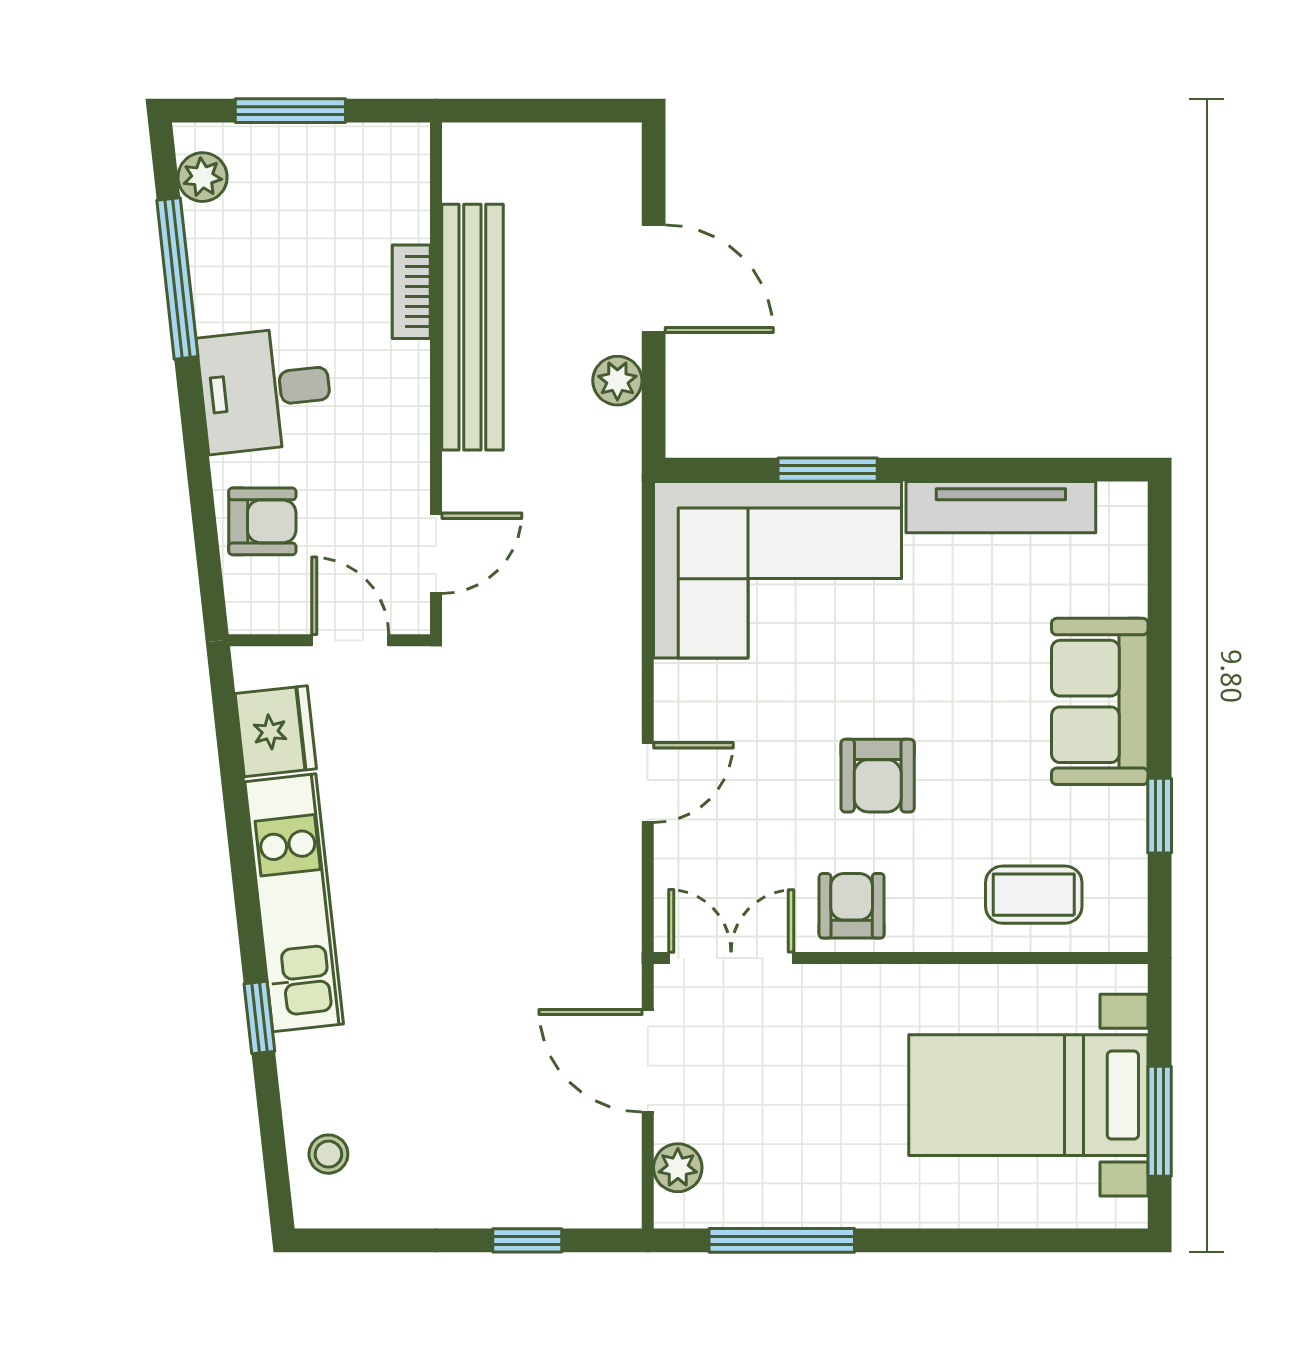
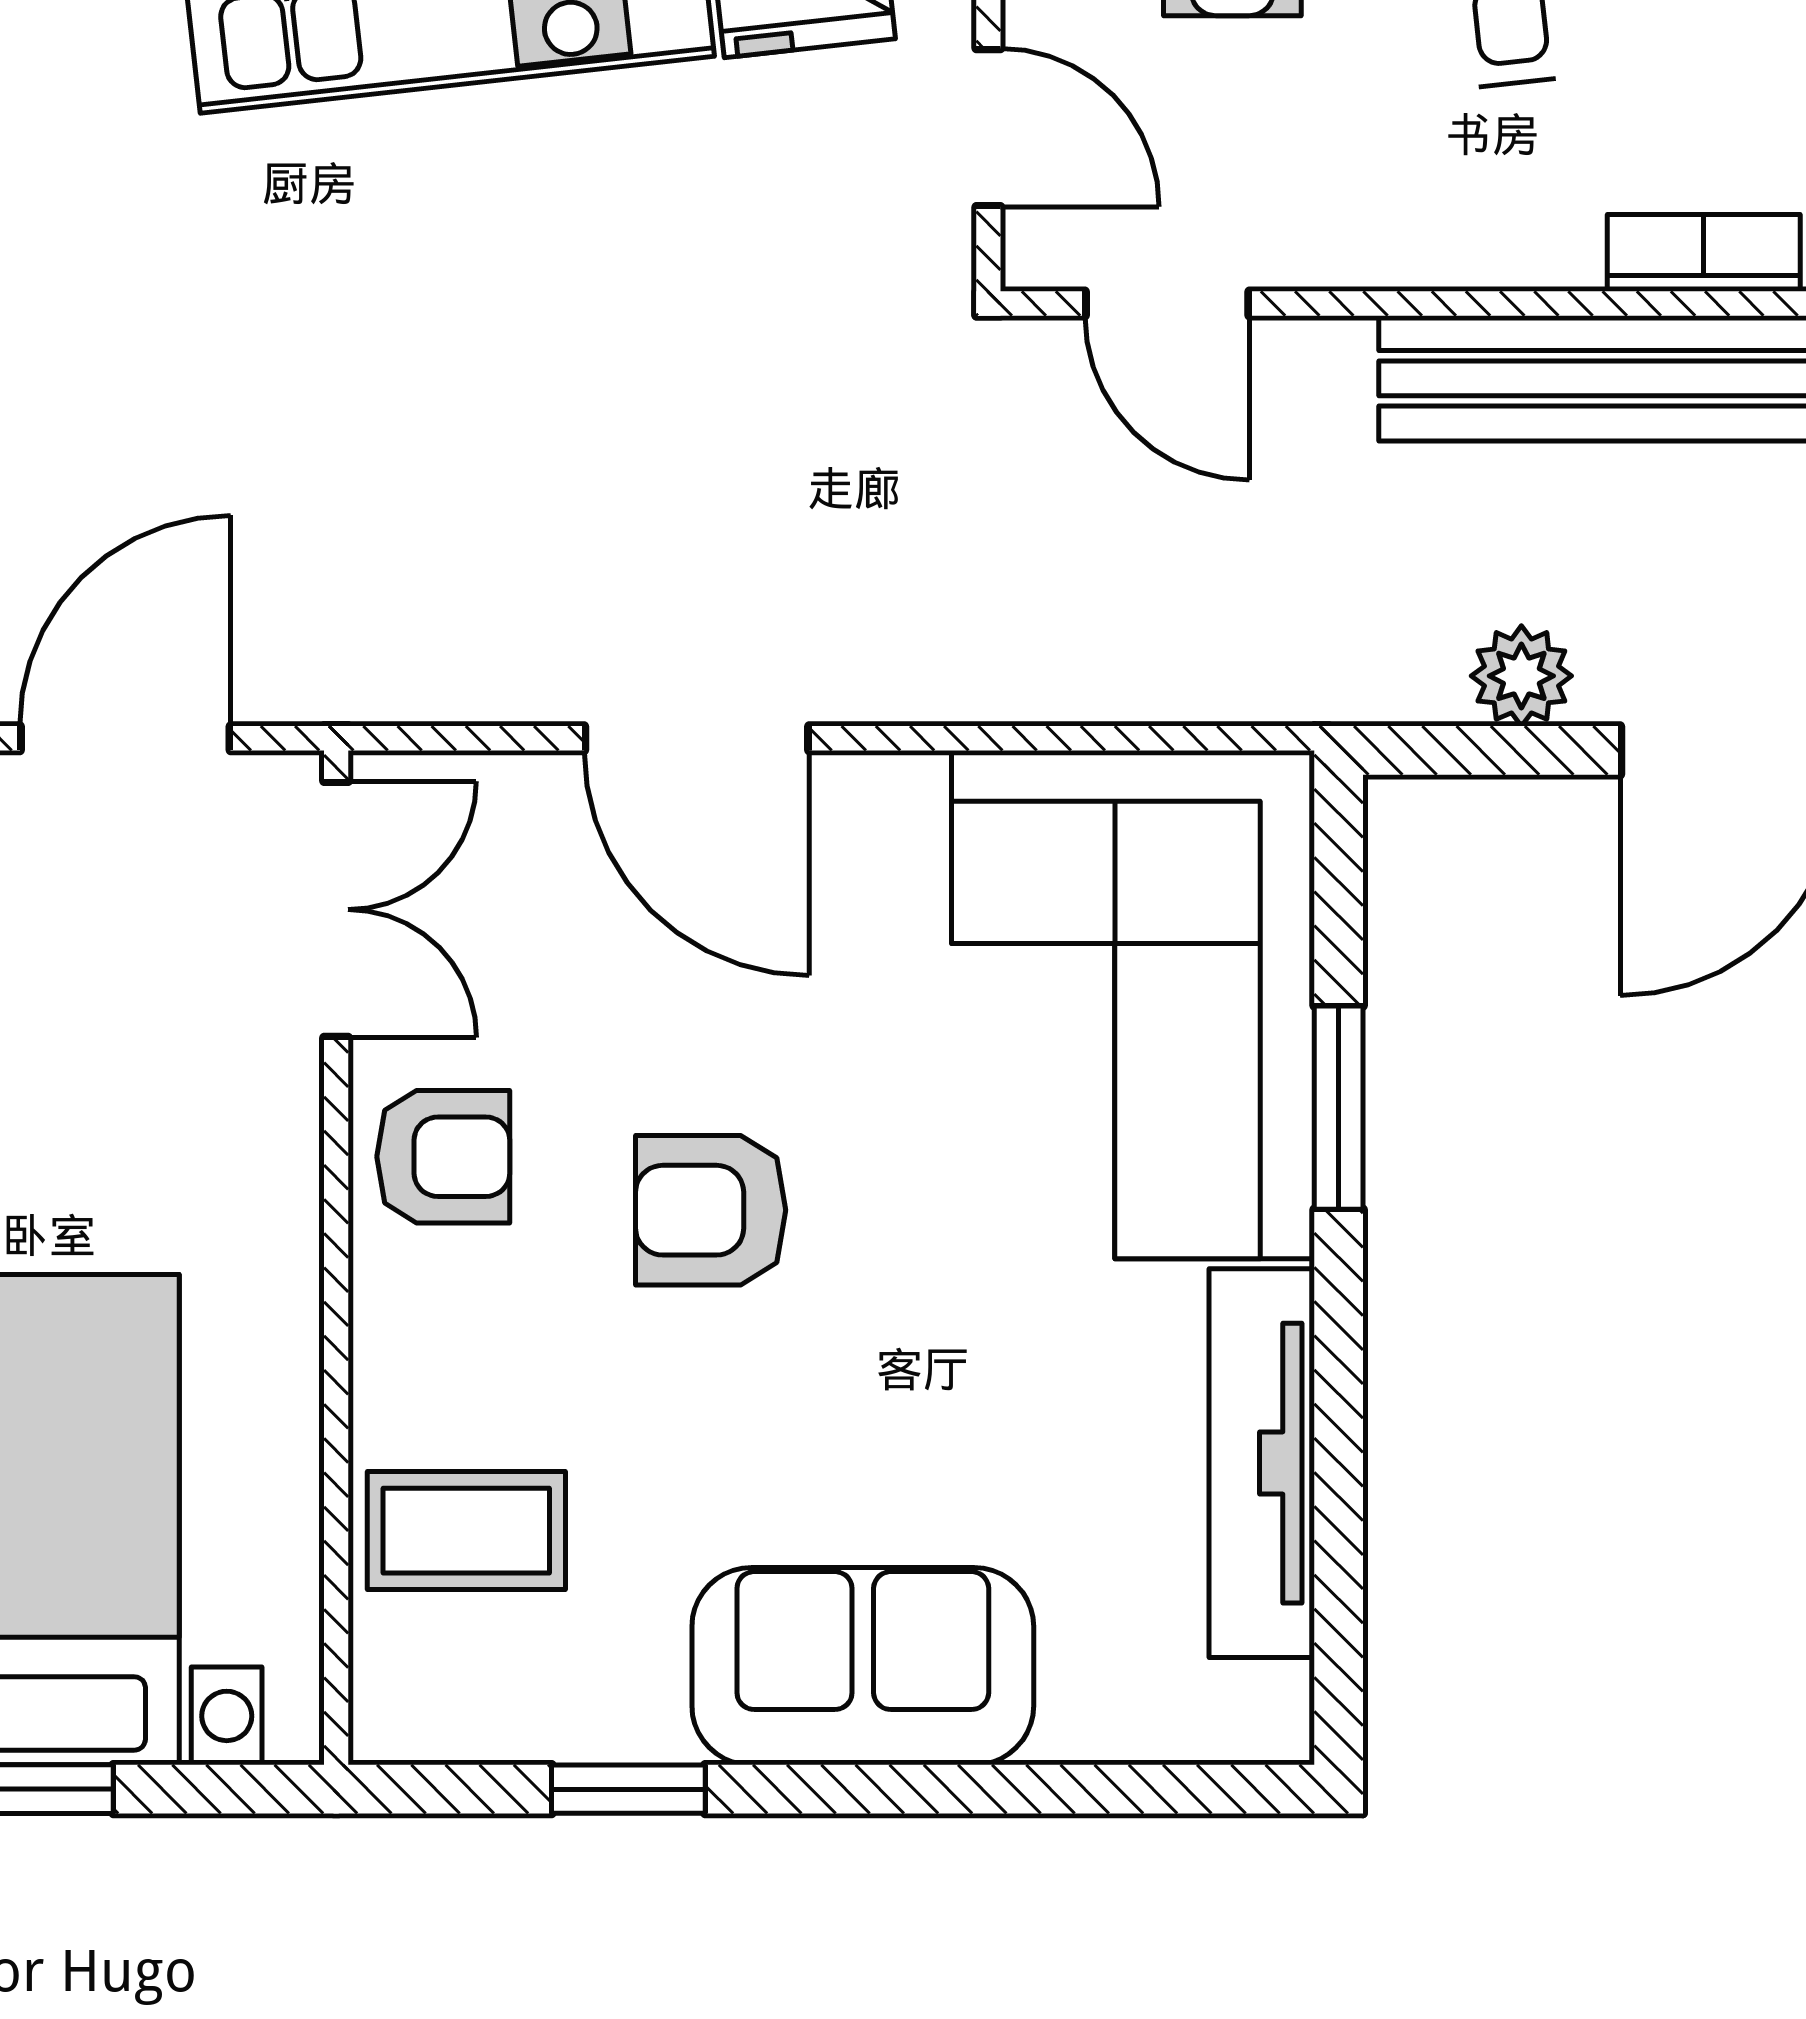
door: (350, 640) -> (988, 128), hinge flipped
door: (648, 782) -> (697, 738), width x1.38
coffee table: (1034, 895) -> (466, 1531), turned 90

